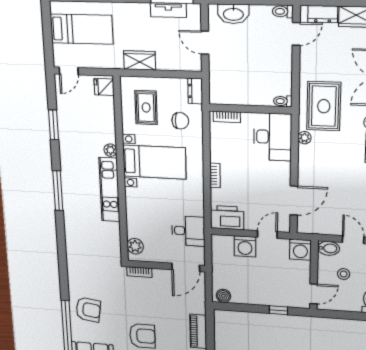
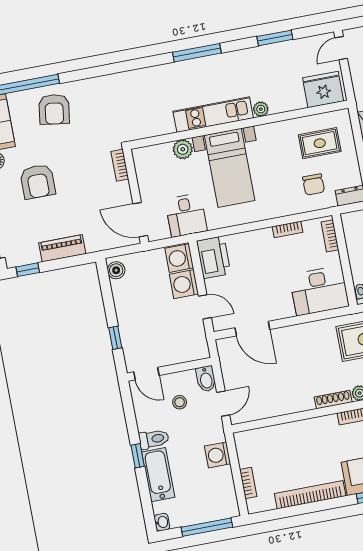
door: (69, 71) -> (341, 48), hinge flipped
fridge: (104, 87) -> (323, 89), width x1.88, depth x1.34
plant: (305, 138) -> (326, 326), removed
bed with nightstands: (154, 162) -> (230, 168), moved
bookcase: (215, 175) -> (288, 229), moved
plant: (135, 246) -> (183, 149), moved
washing machine: (300, 250) -> (179, 258), moved

